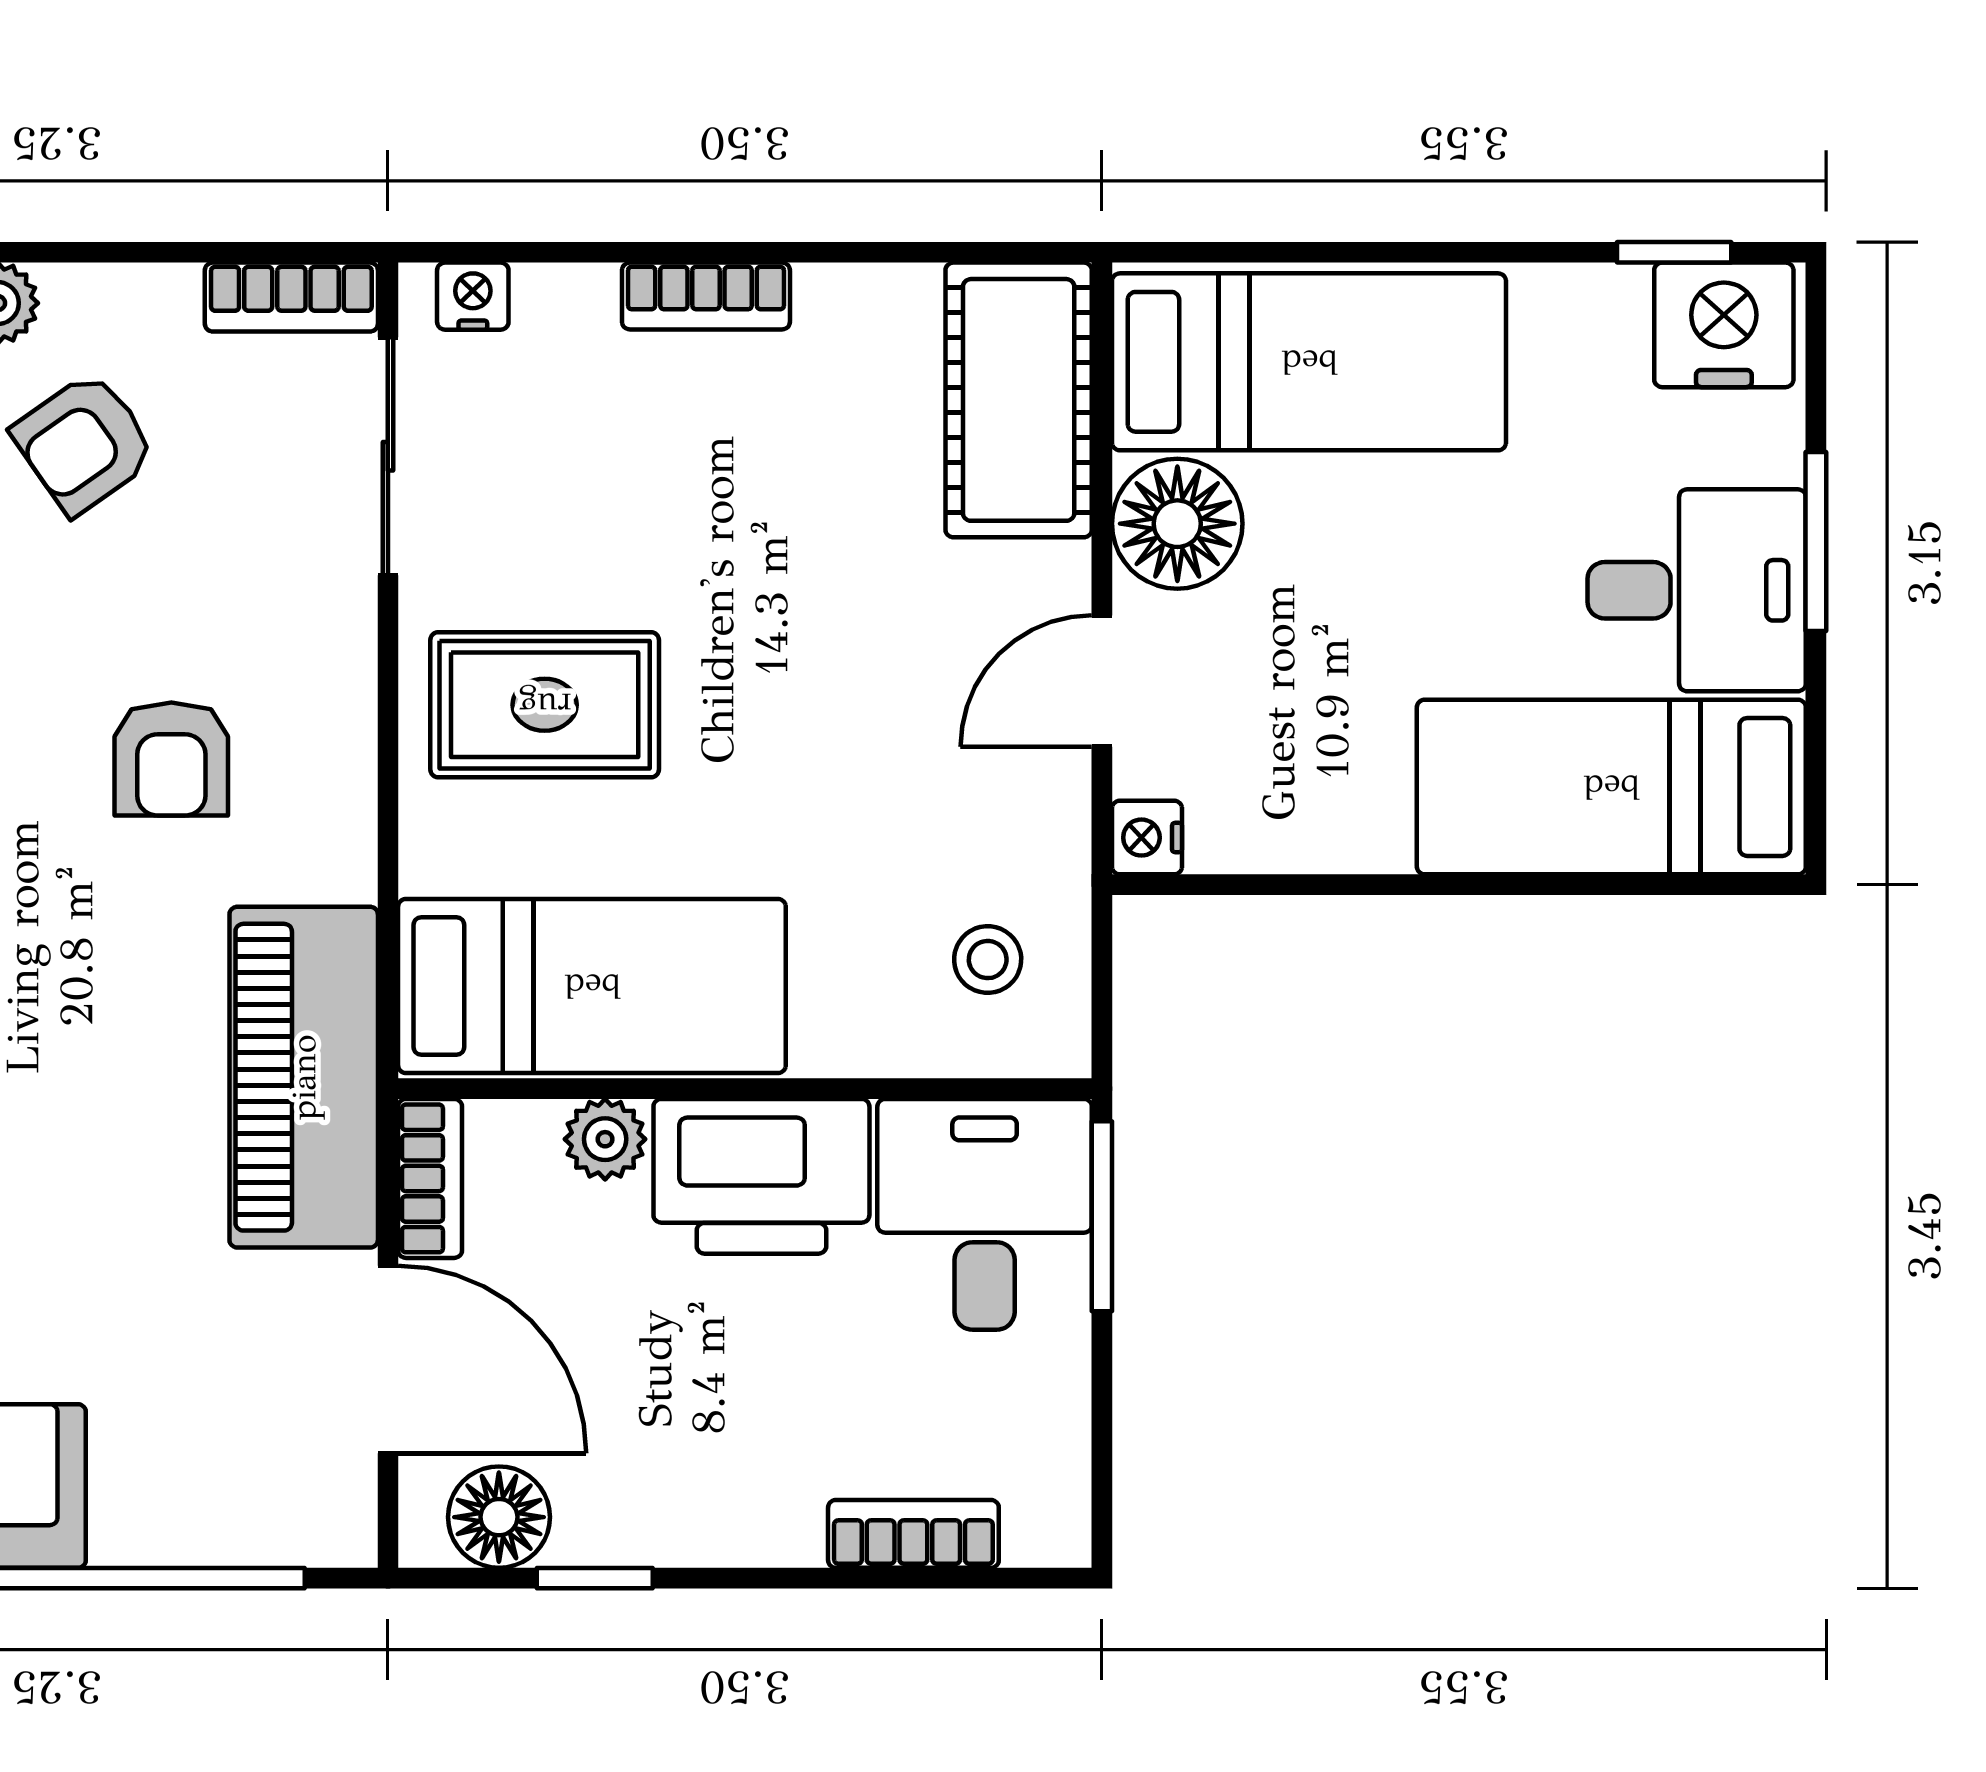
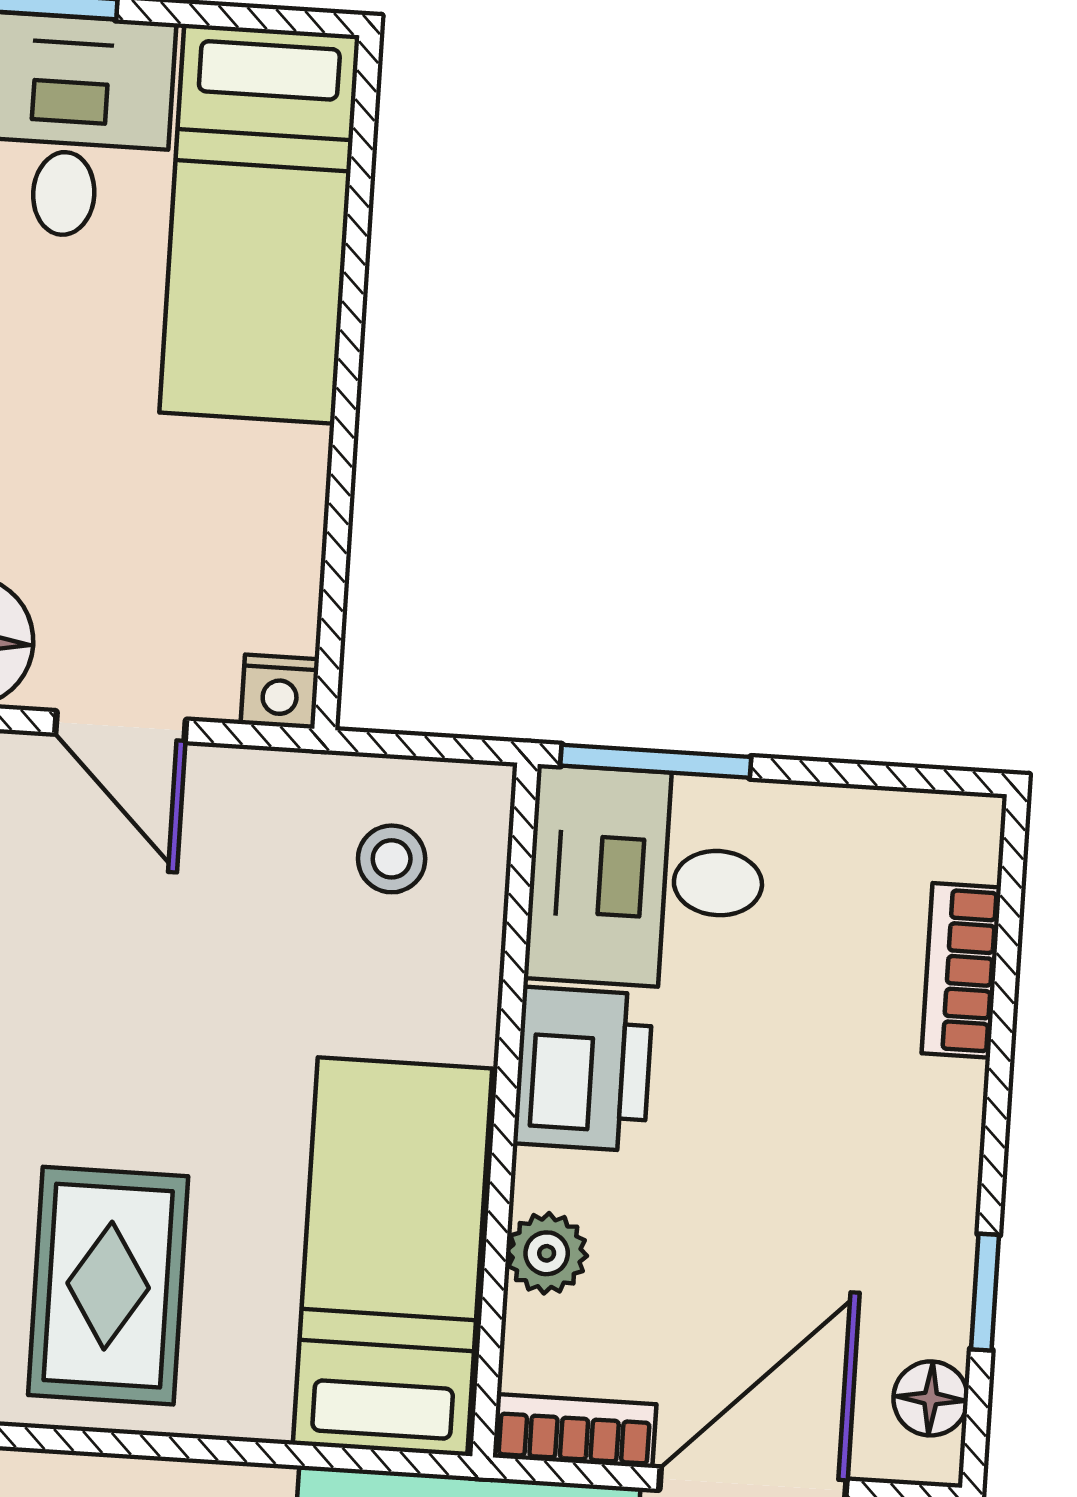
printer: (761, 1176) -> (583, 1069), width x0.73, depth x0.84
floor lamp: (499, 1517) -> (931, 1398), width x0.73, depth x0.73

